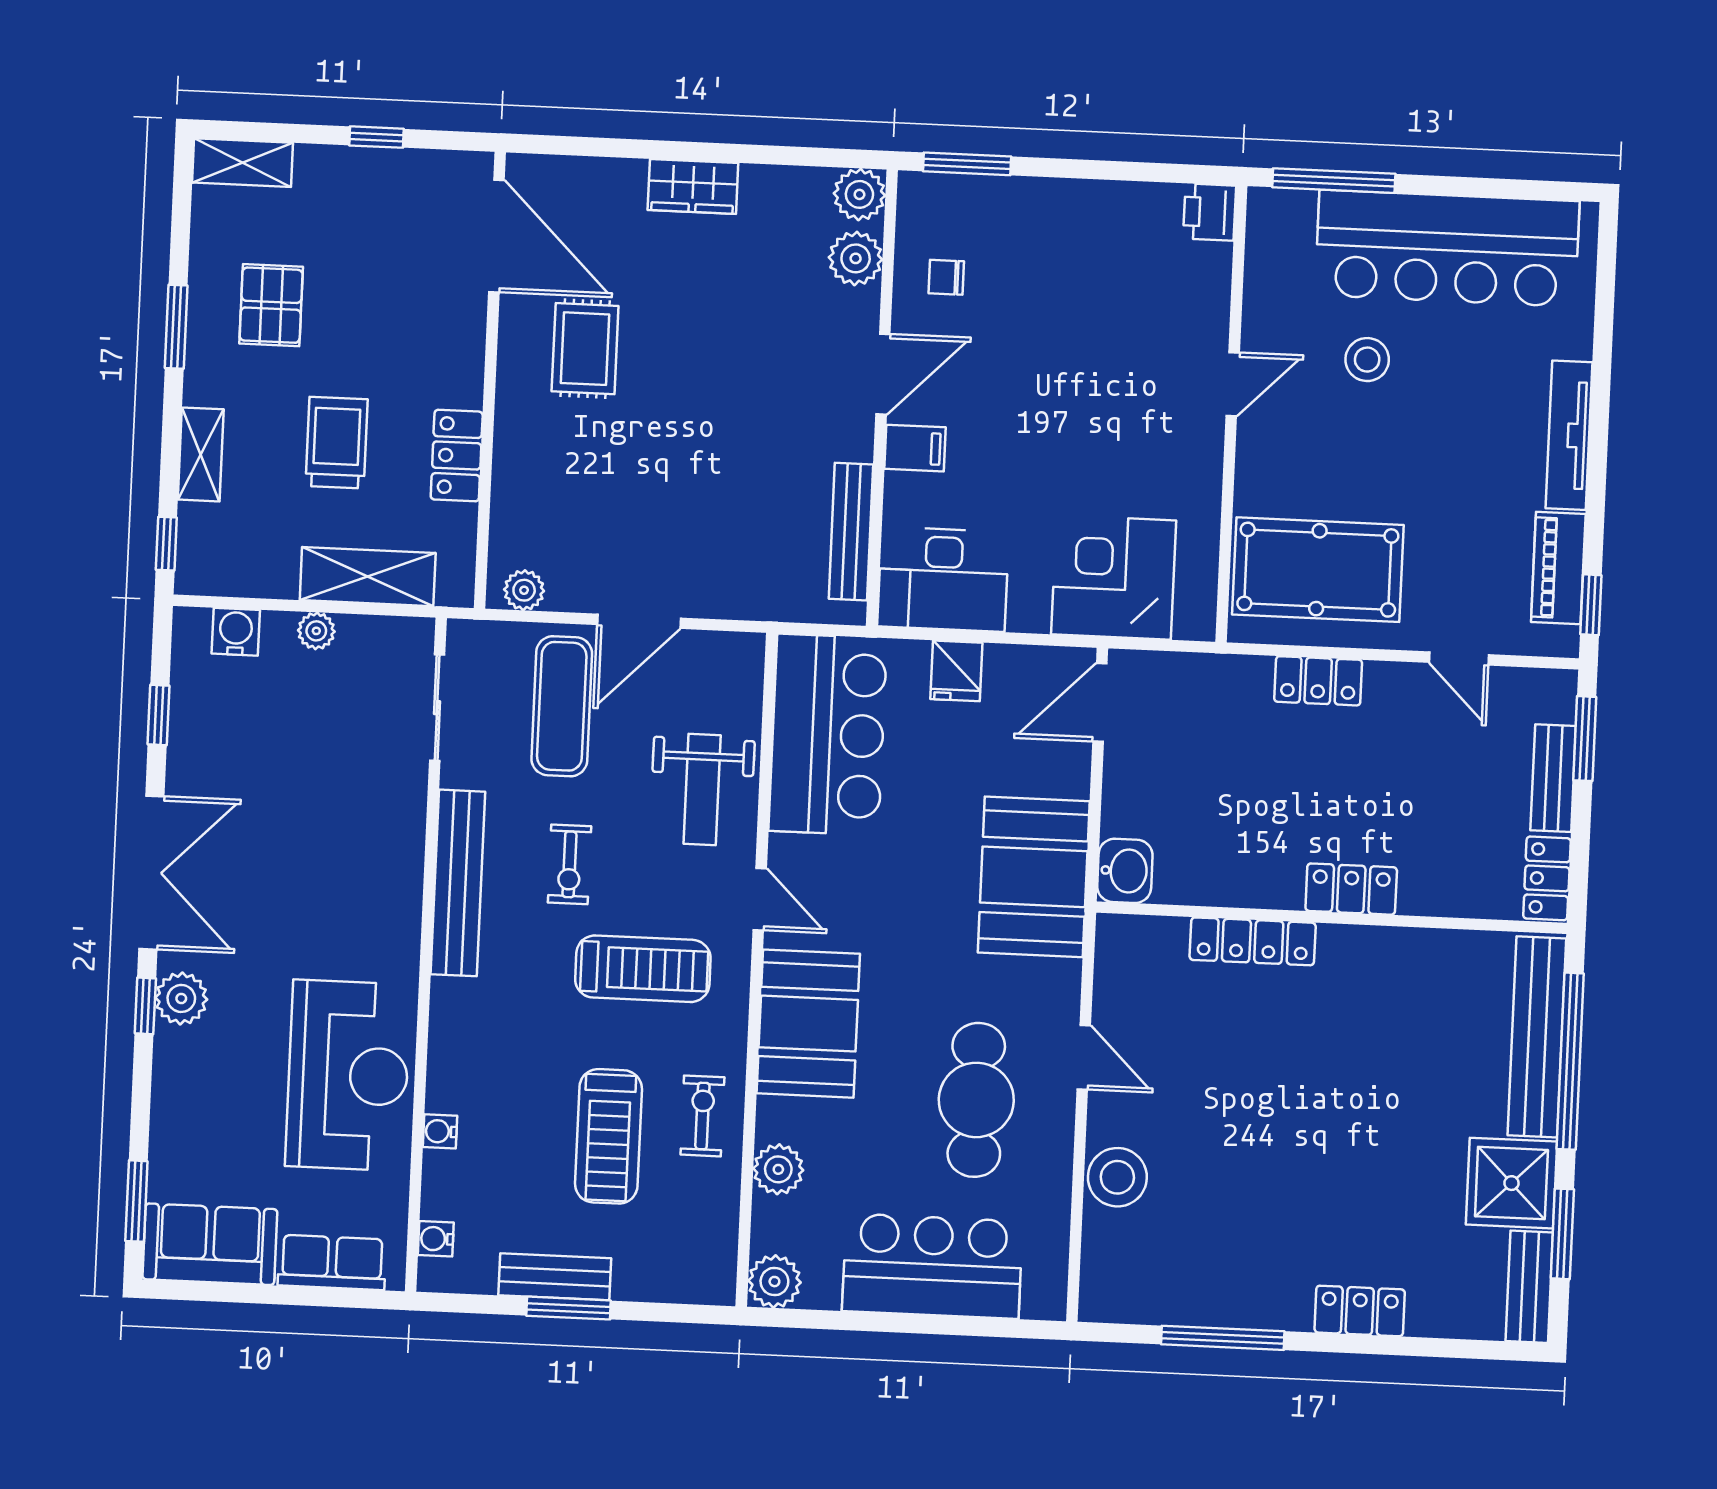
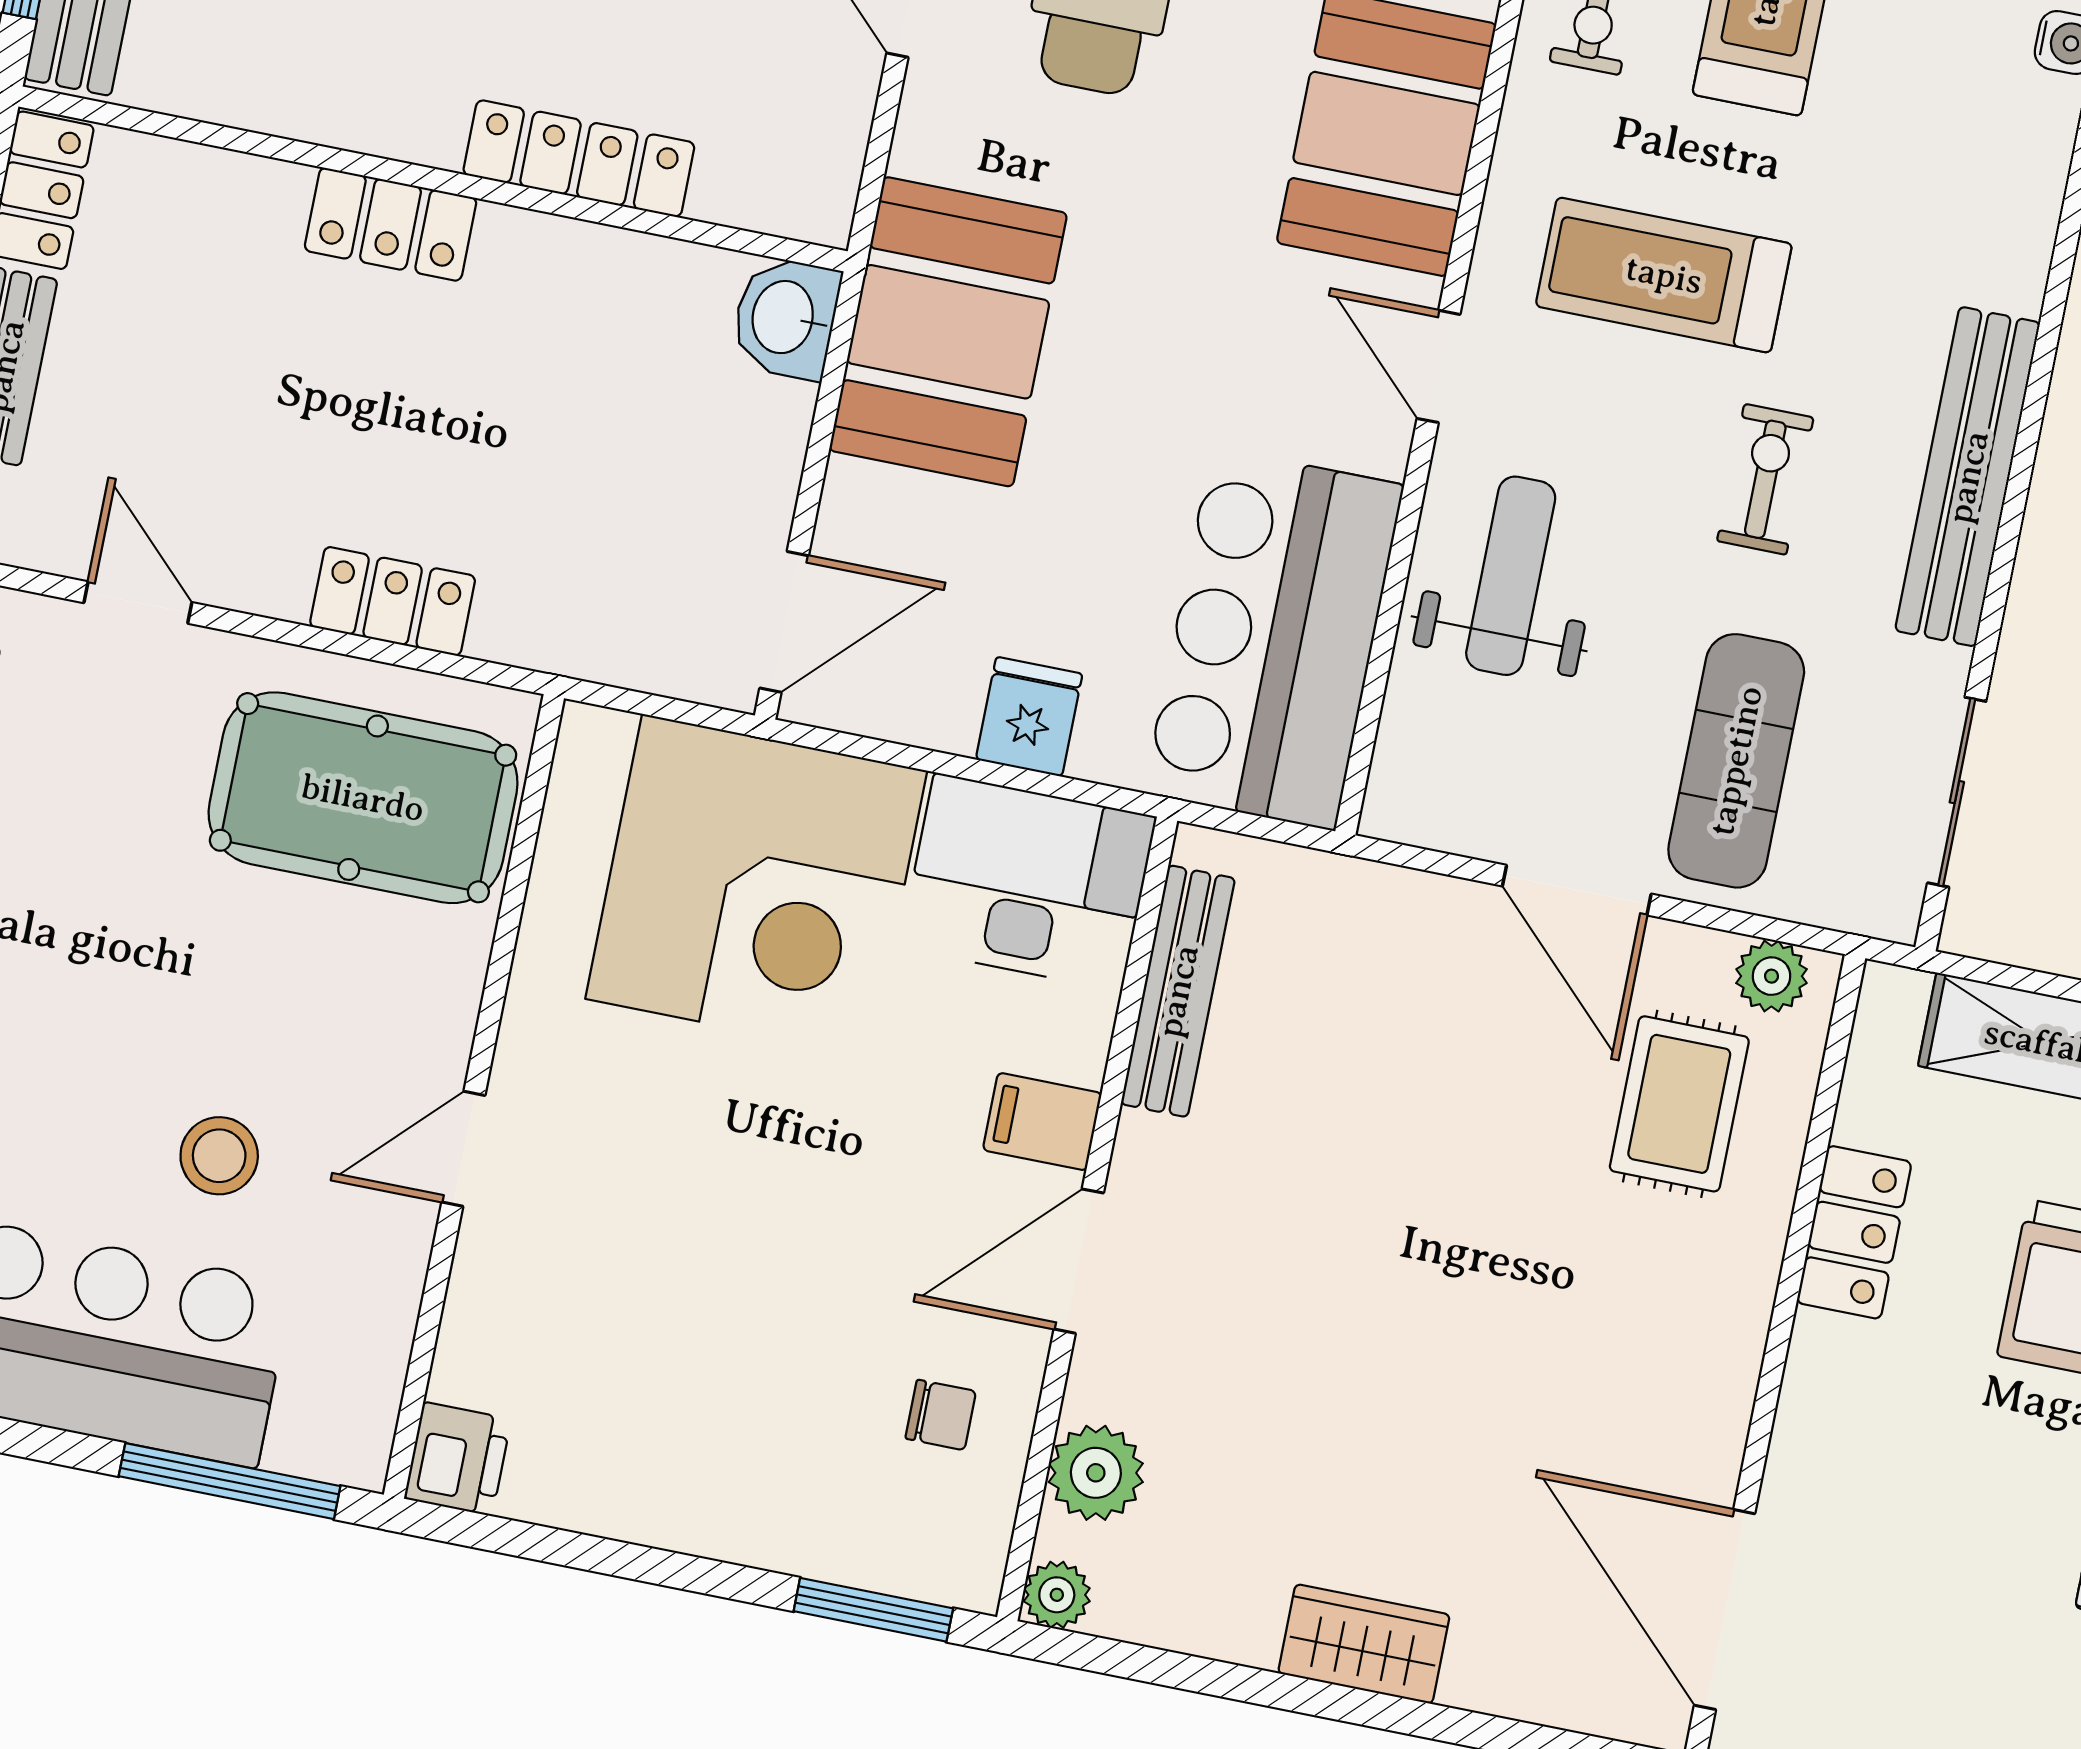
plant: (859, 194) -> (1057, 1595), width x0.73, depth x0.73
rug: (585, 349) -> (1679, 1104), moved
corner desk: (1114, 577) -> (756, 885), width x1.36, depth x1.36
door: (639, 621) -> (1577, 890), swing flipped

